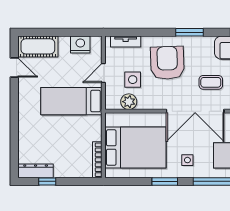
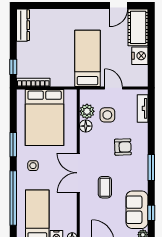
nightstand: (80, 44) -> (140, 56), moved
armchair: (167, 63) -> (123, 147), width x0.53, depth x0.53
floor lamp: (145, 103) -> (86, 126), added
double door: (195, 111) -> (78, 173), width x0.73
window: (47, 181) -> (13, 67), moved

